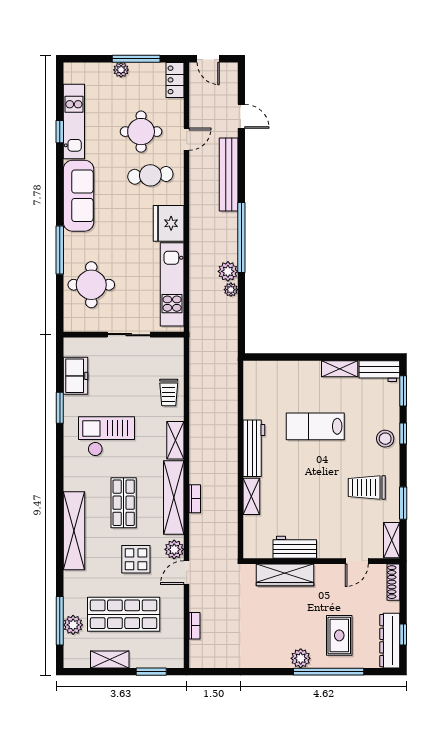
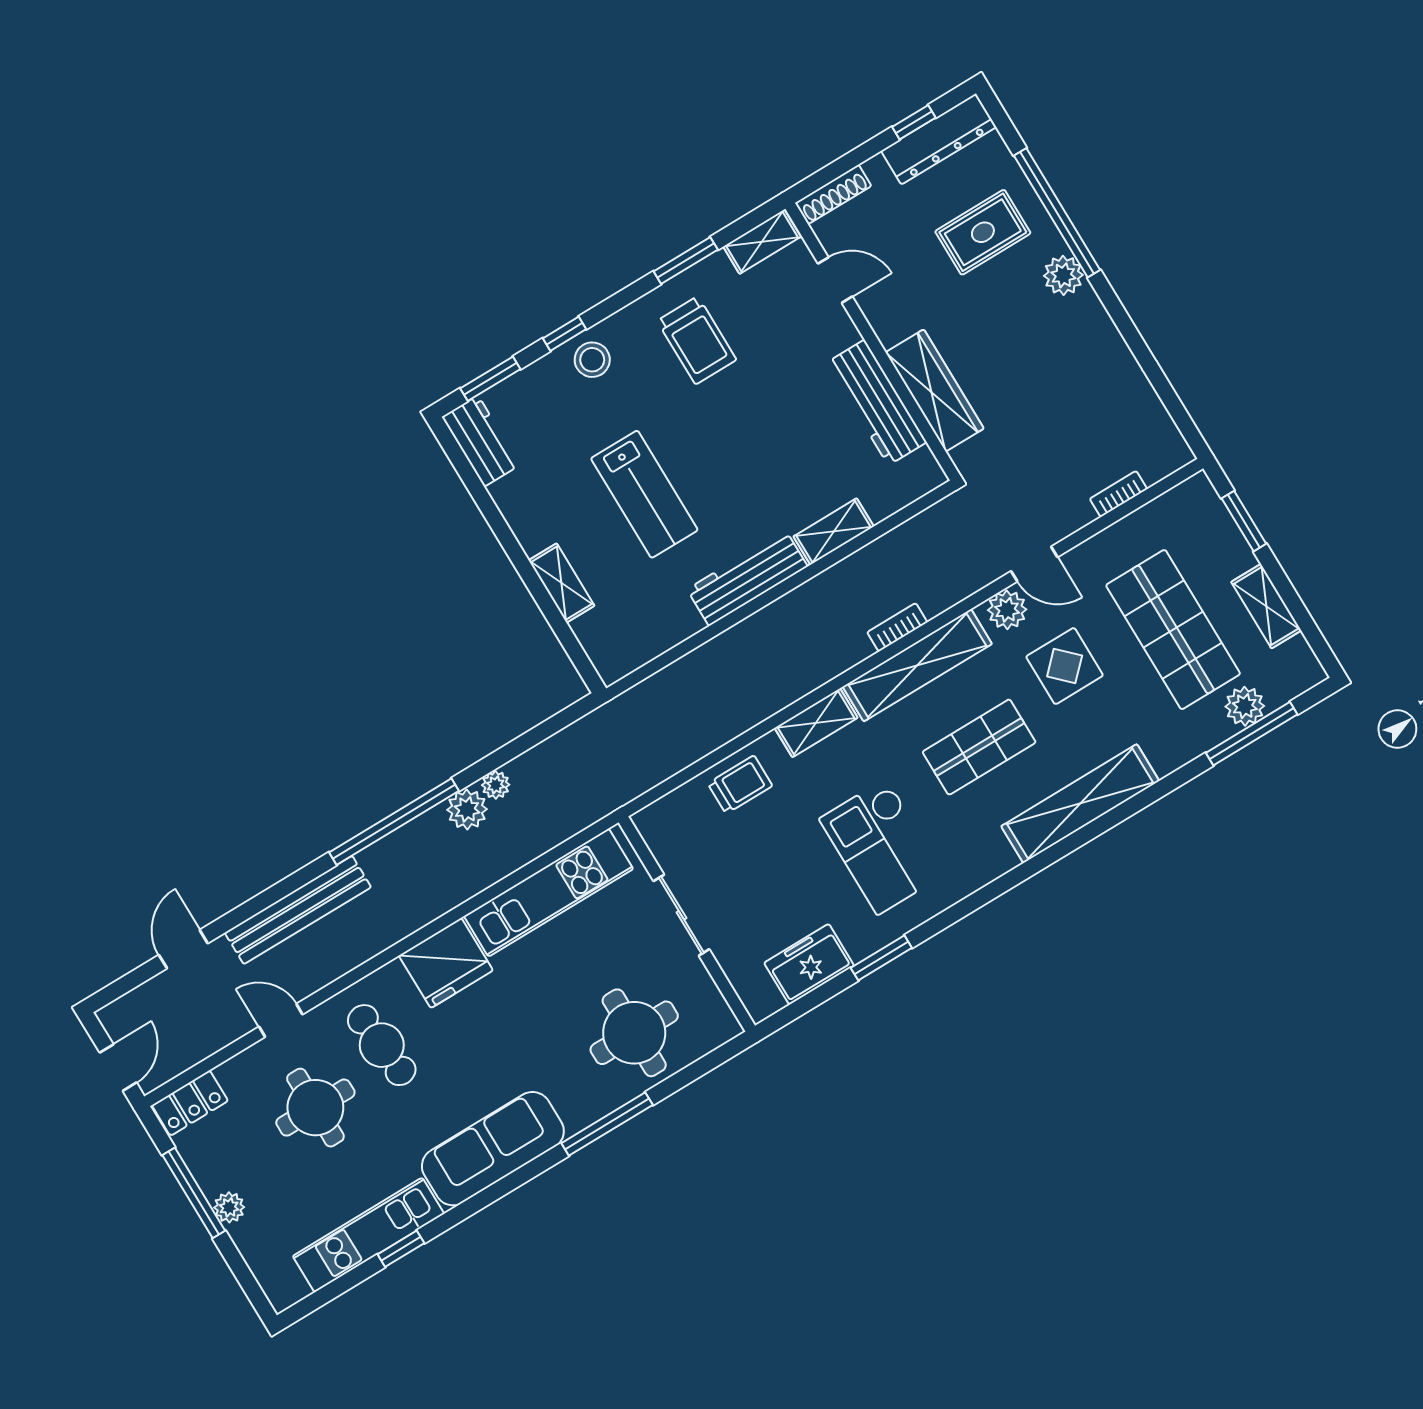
shelving: (340, 369) -> (562, 583), moved
workbench: (295, 547) -> (876, 402), width x1.38

